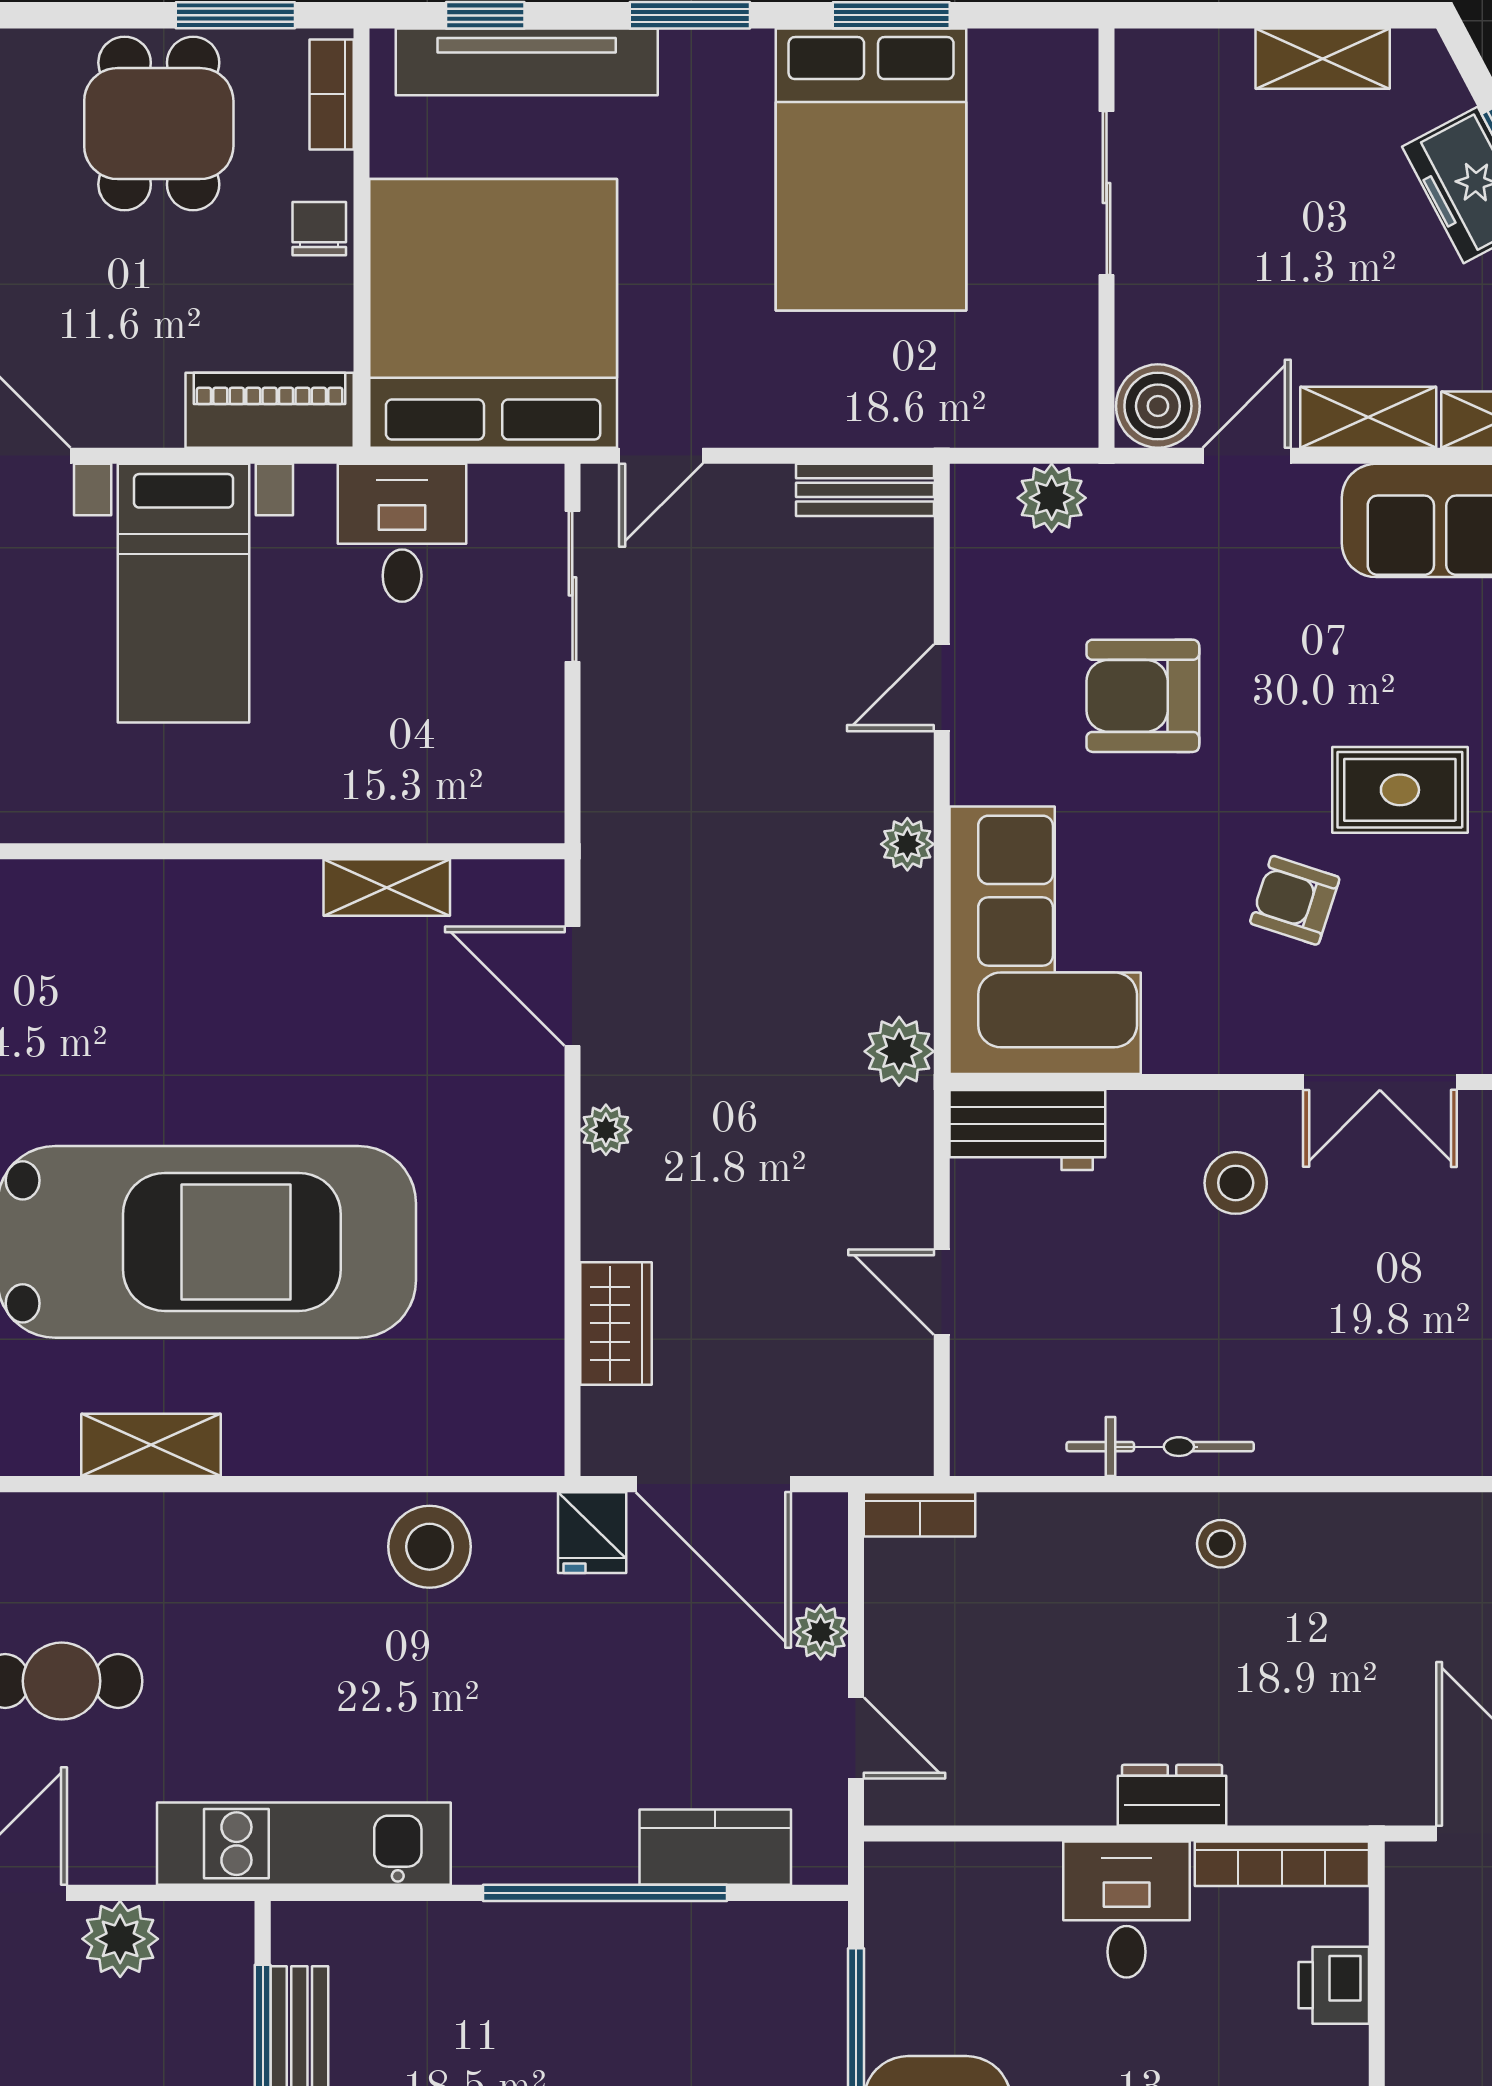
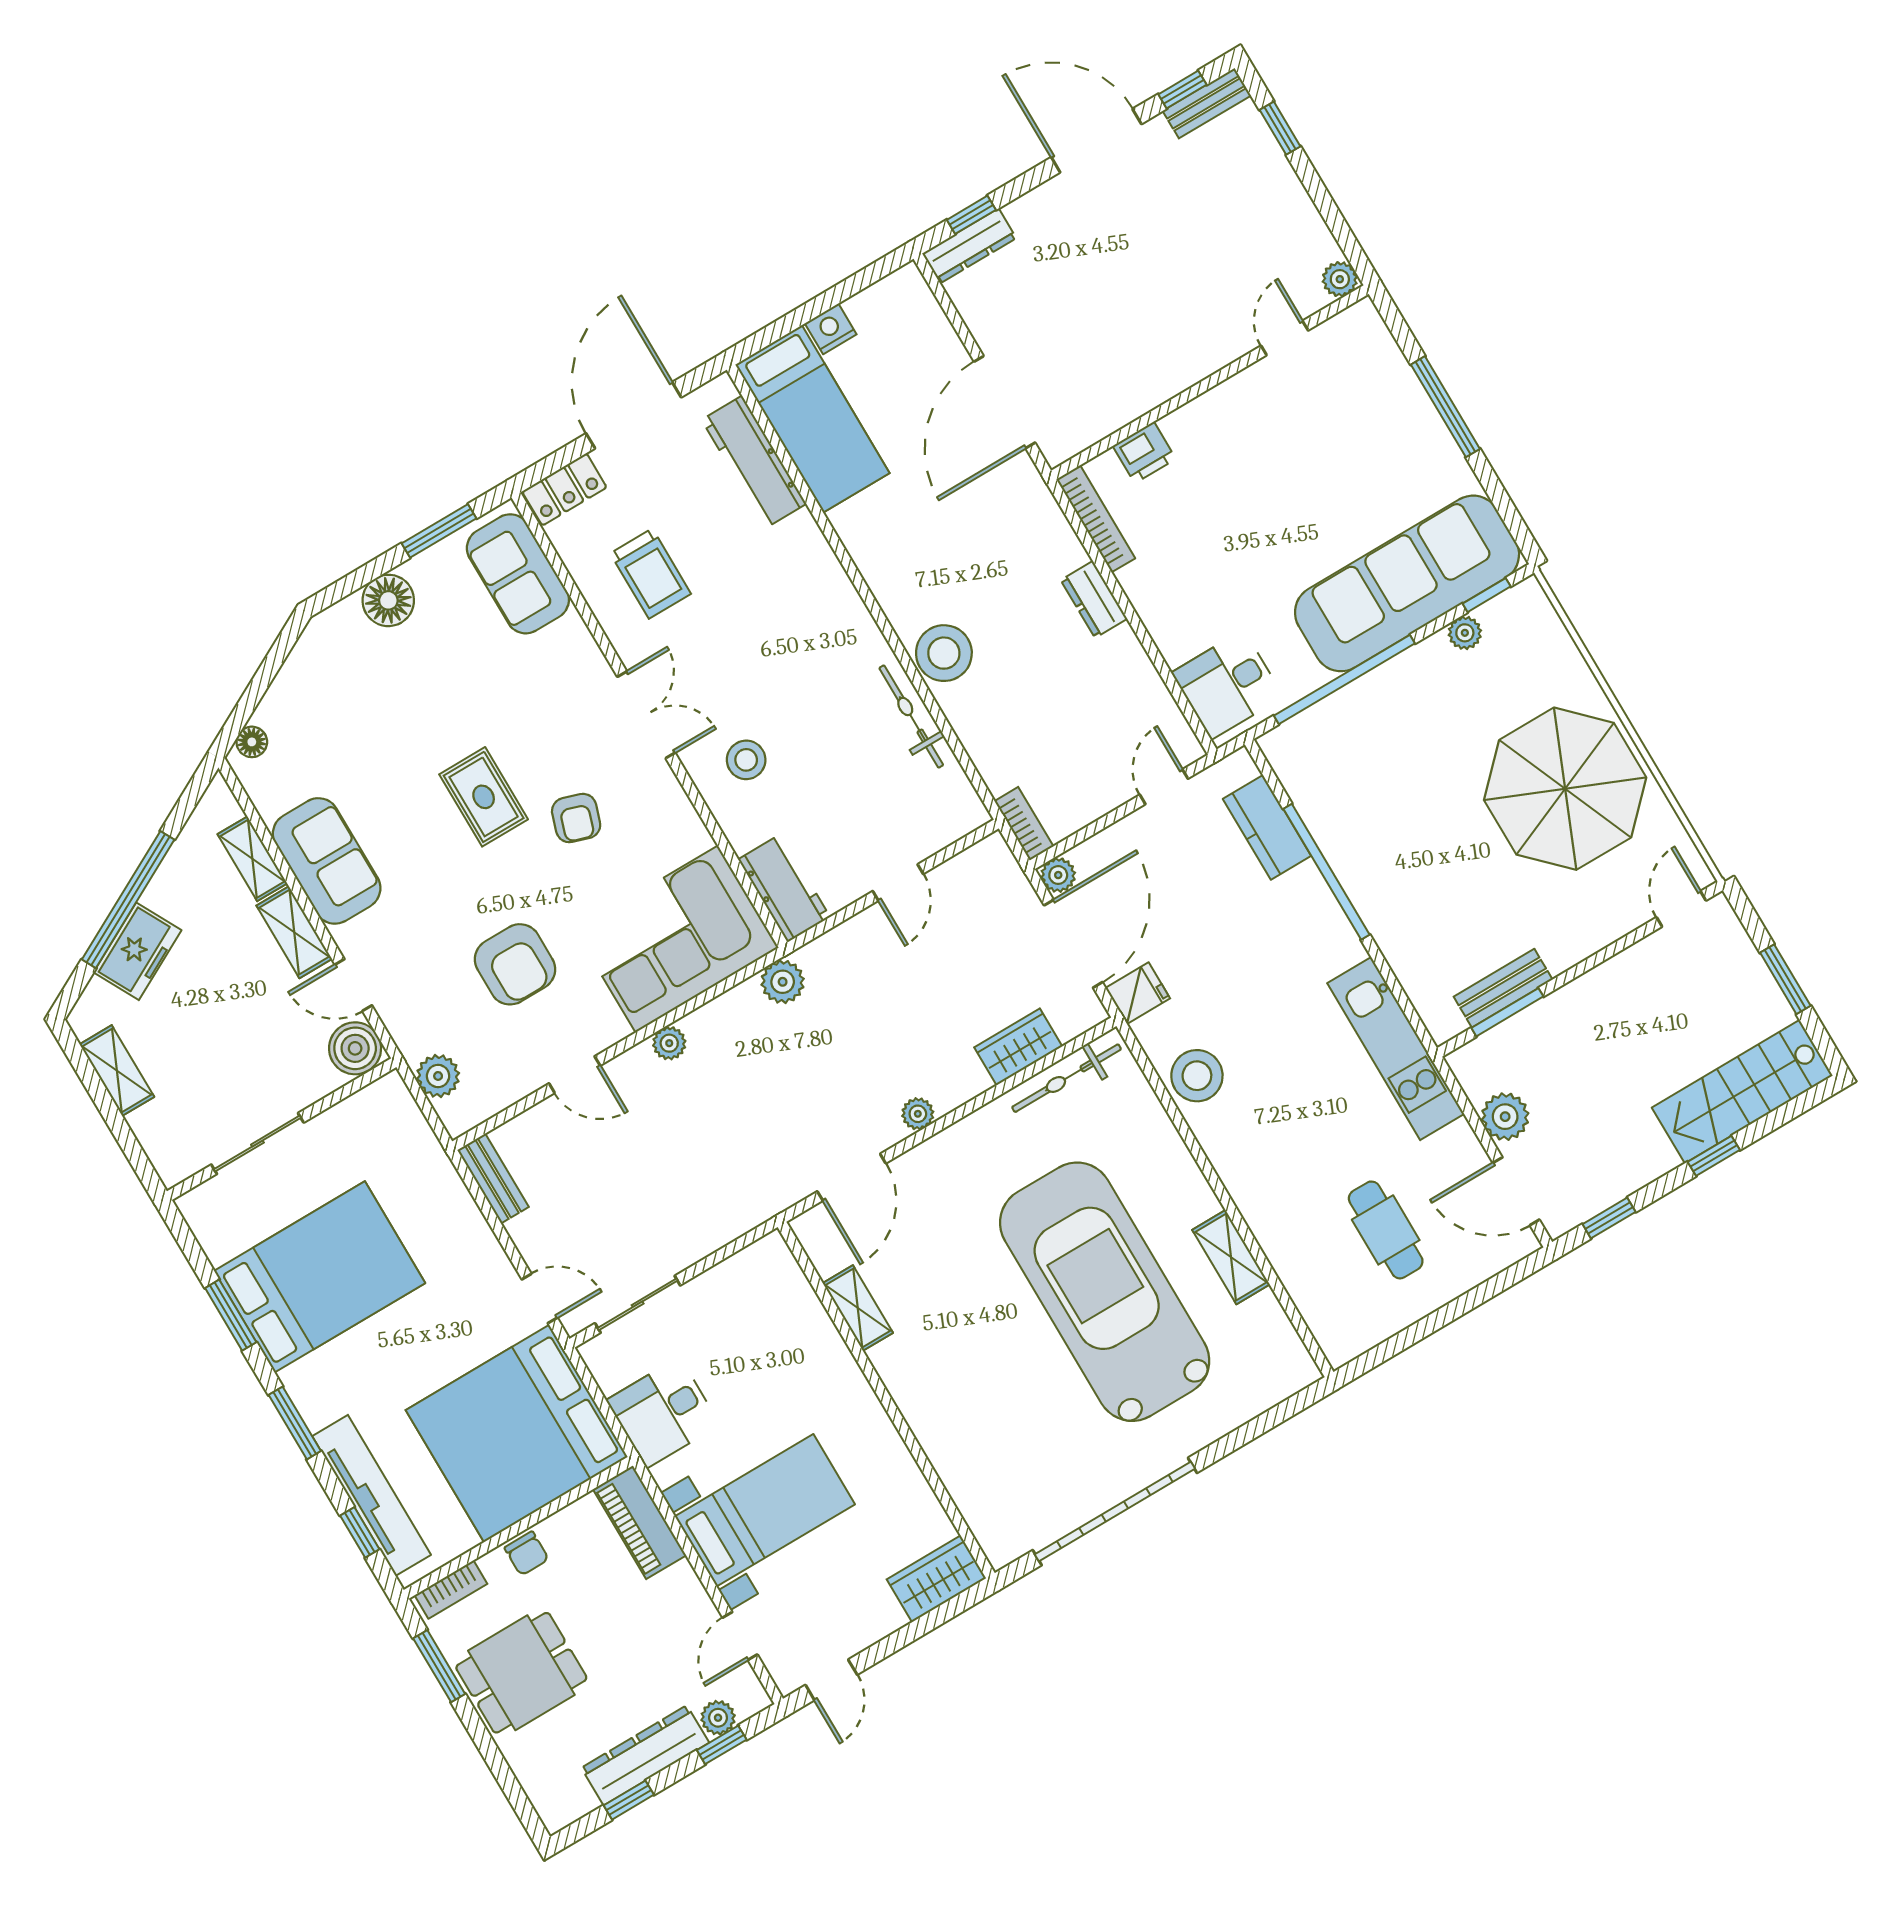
chair: (319, 229) -> (527, 1553), turned -90
bicycle: (533, 1365) -> (1067, 1078), added
stool: (1221, 1544) -> (944, 653), width x1.89, depth x1.89
plant: (821, 1632) -> (1058, 875), moved
desk: (1127, 1910) -> (1227, 685), moved

